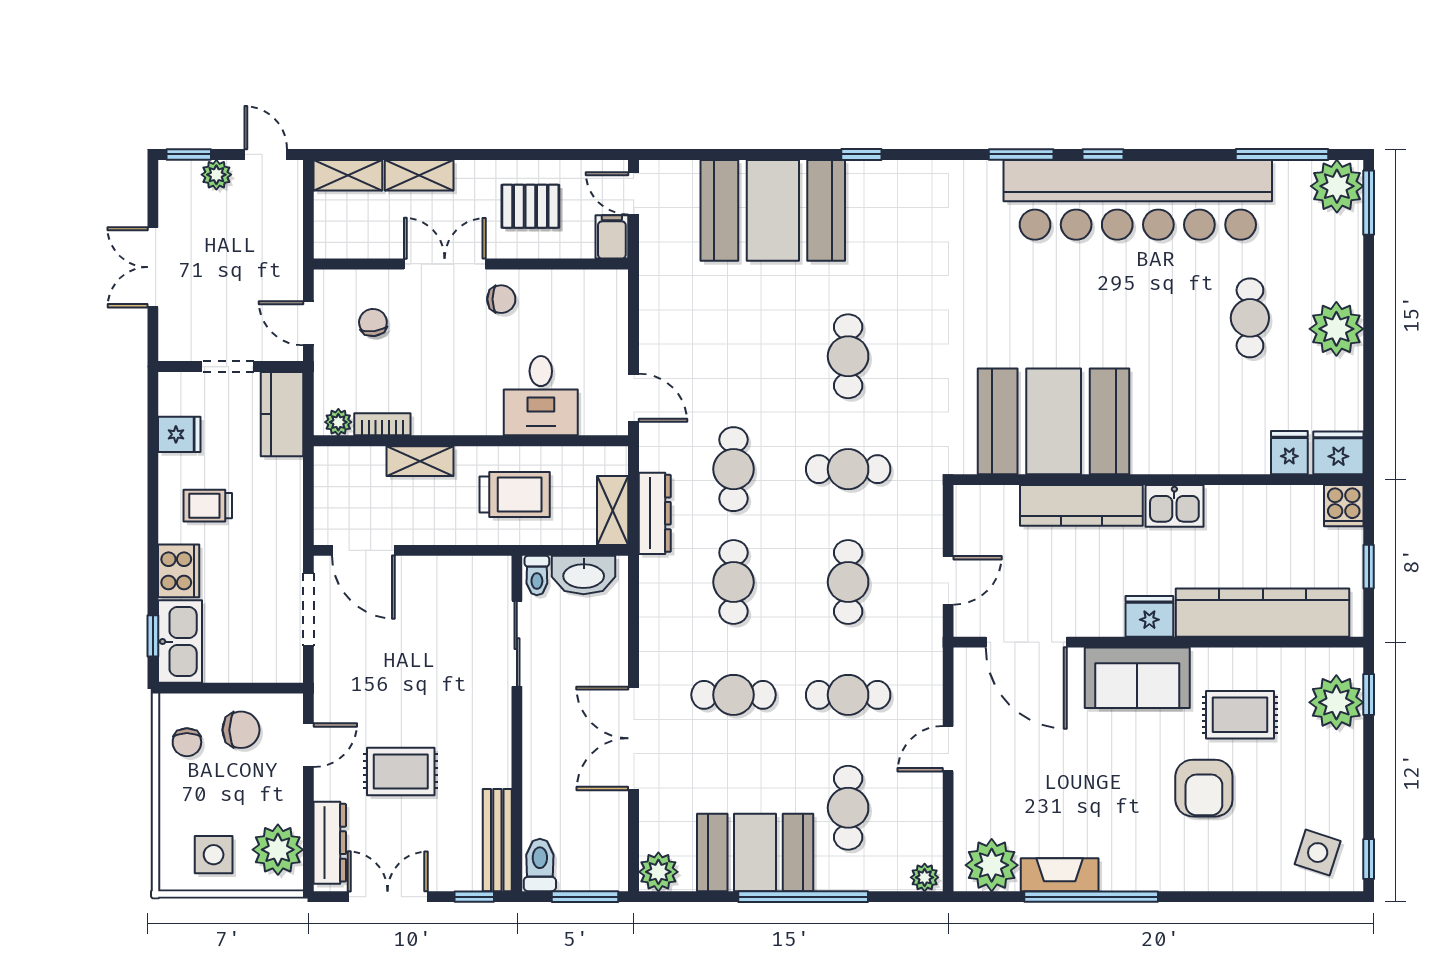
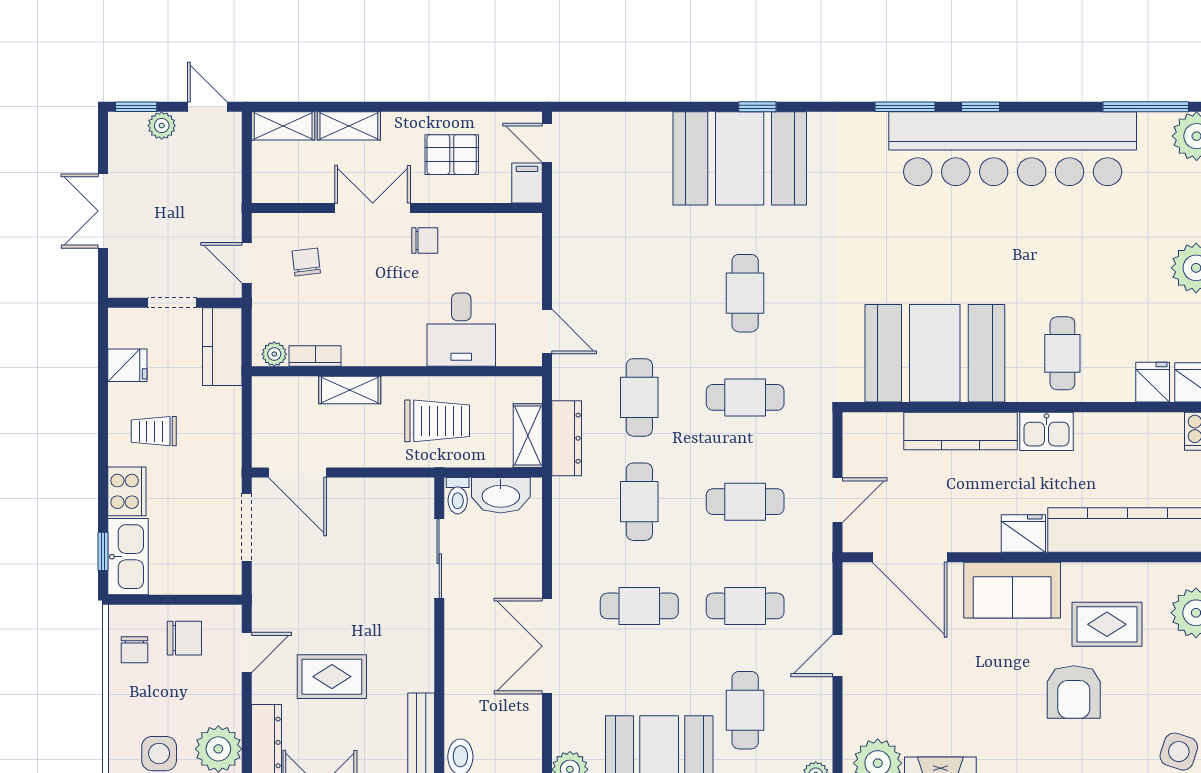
booth: (773, 210) -> (740, 158), moved
cafe table: (1250, 318) -> (1062, 353), moved
cafe table: (848, 582) -> (745, 502), turned 90

